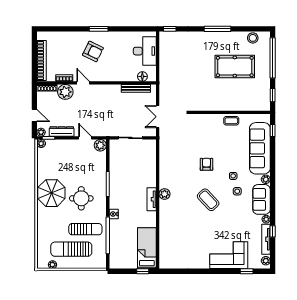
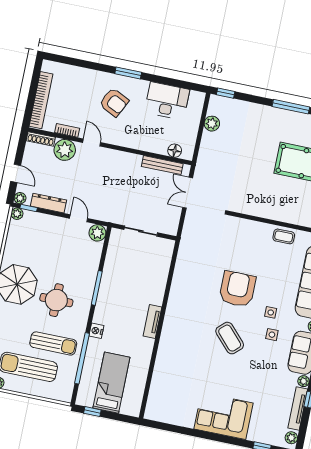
desk: (145, 51) -> (167, 101), moved, turned -90
double door: (158, 117) -> (188, 193), moved
armchair: (206, 164) -> (237, 289), width x1.88, depth x1.88
plant: (165, 194) -> (212, 124), moved
bed: (147, 248) -> (111, 383), moved
corner sofa: (229, 255) -> (224, 416), moved
window: (143, 271) -> (92, 412), moved

